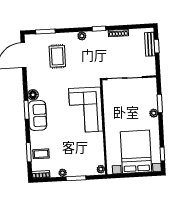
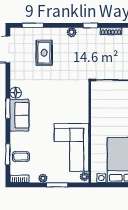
corner sofa: (86, 110) -> (72, 147), moved

